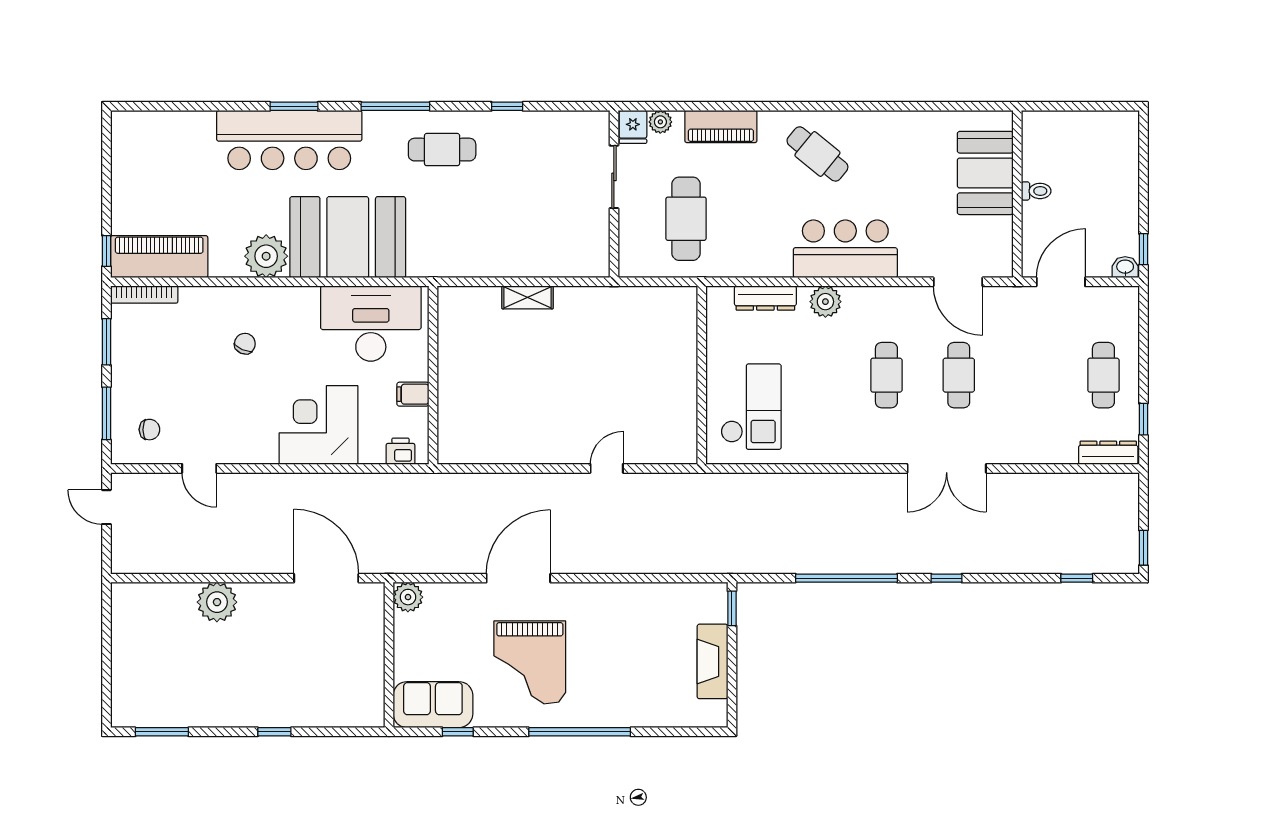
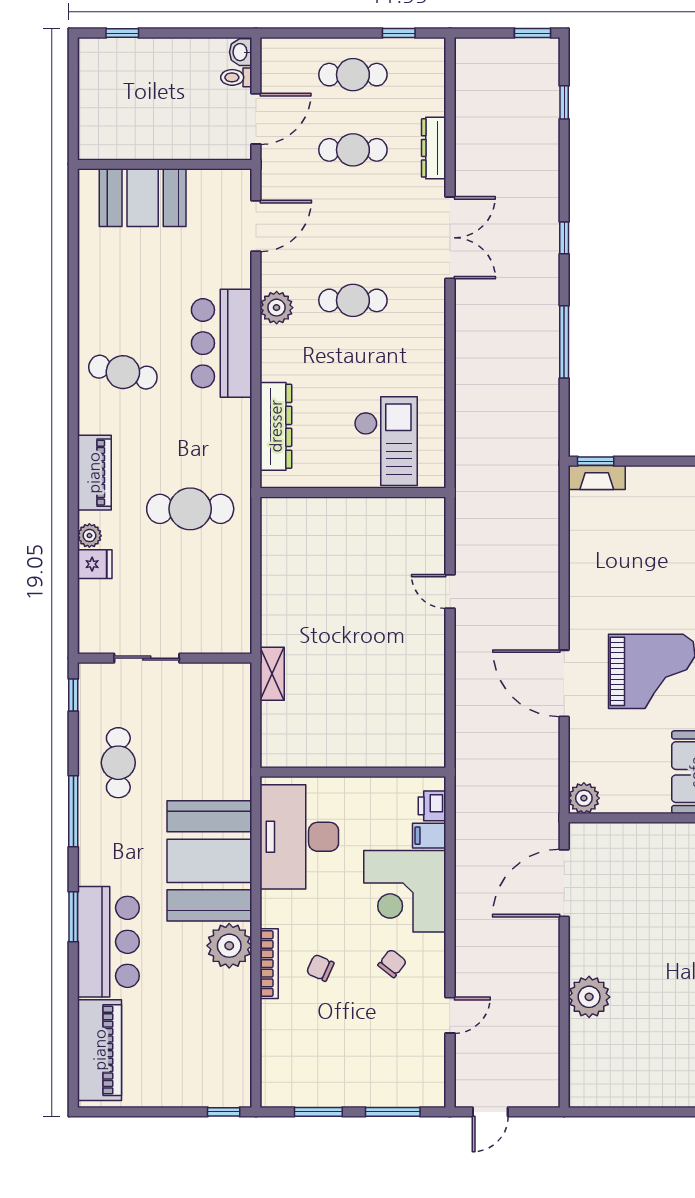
bar counter: (289, 140) -> (108, 942), width x0.73
cafe table: (817, 154) -> (123, 372), turned 64
sliding door: (614, 177) -> (147, 658), moved
toilet: (1036, 191) -> (236, 77), moved, turned -90
wall: (614, 194) -> (165, 658), moved
window: (1143, 249) -> (122, 33), moved
piano: (159, 257) -> (100, 1050), moved, turned 180
door: (1061, 282) -> (256, 119), swing flipped
bookcase: (144, 295) -> (269, 964), moved
dresser: (765, 298) -> (276, 426), width x1.37, depth x1.24
plant: (825, 302) -> (277, 308), moved
cafe table: (959, 375) -> (353, 150), moved
filing cabinet: (413, 394) -> (429, 836), moved, turned 90
checkout: (751, 407) -> (386, 441), turned 90
chair: (149, 430) -> (392, 963), moved, turned 38
dresser: (1108, 453) -> (434, 148), moved
window: (846, 578) -> (564, 342), width x0.68
fireplace: (712, 661) -> (597, 477), moved, width x0.73, depth x0.76

